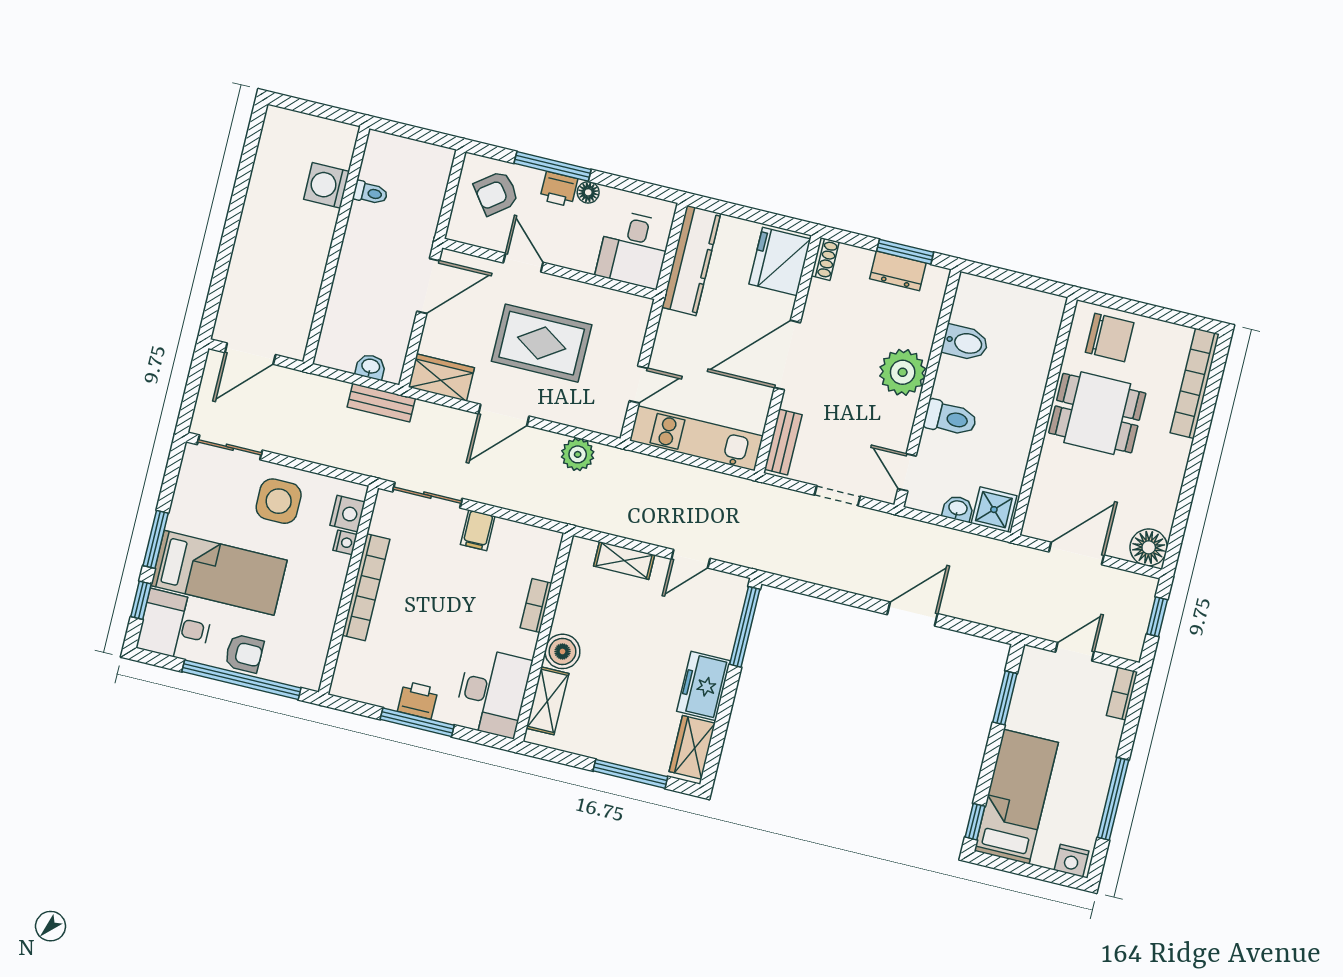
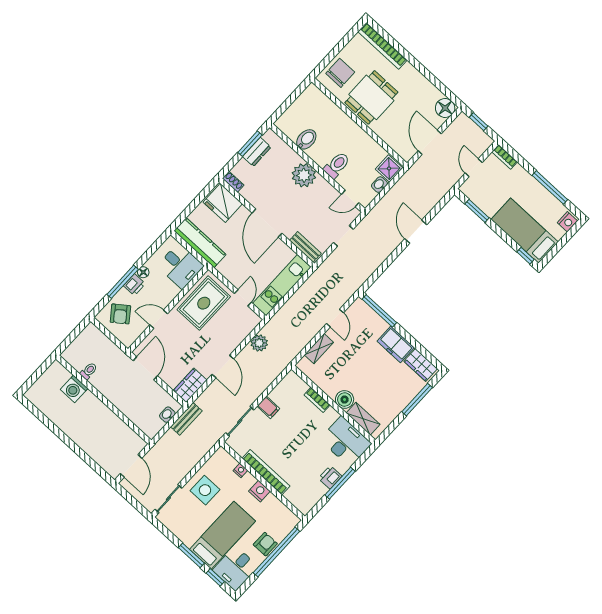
rug: (542, 343) -> (204, 303), moved
nightstand: (347, 514) -> (259, 491), moved

